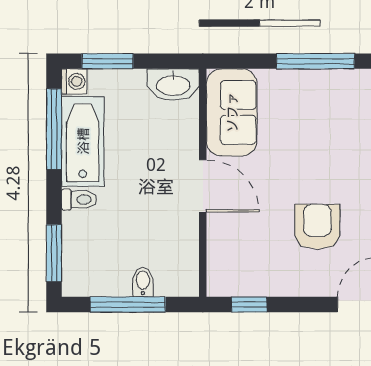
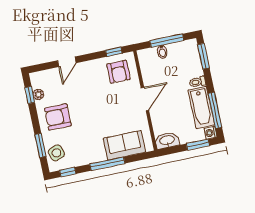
sofa: (232, 112) -> (124, 145), moved, turned 90
door: (203, 186) -> (145, 99), swing flipped
armchair: (317, 227) -> (119, 72), moved

